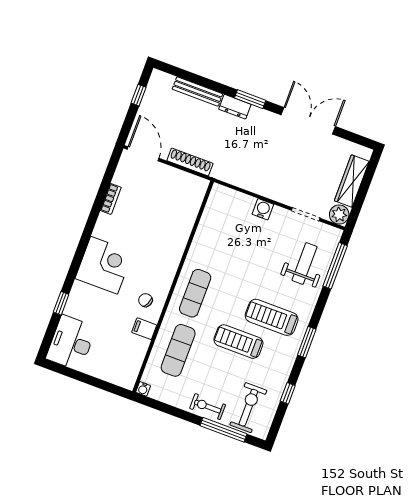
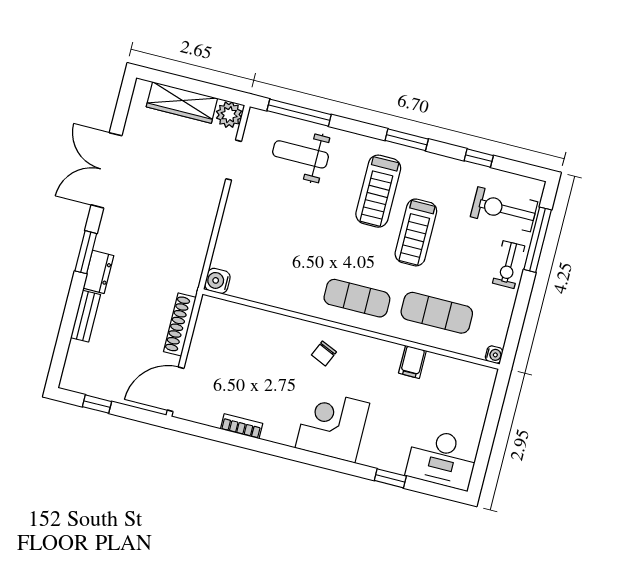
bench: (197, 91) -> (85, 316), width x0.73
water cooler: (263, 209) -> (217, 281), moved
chair: (145, 300) -> (324, 353), moved

